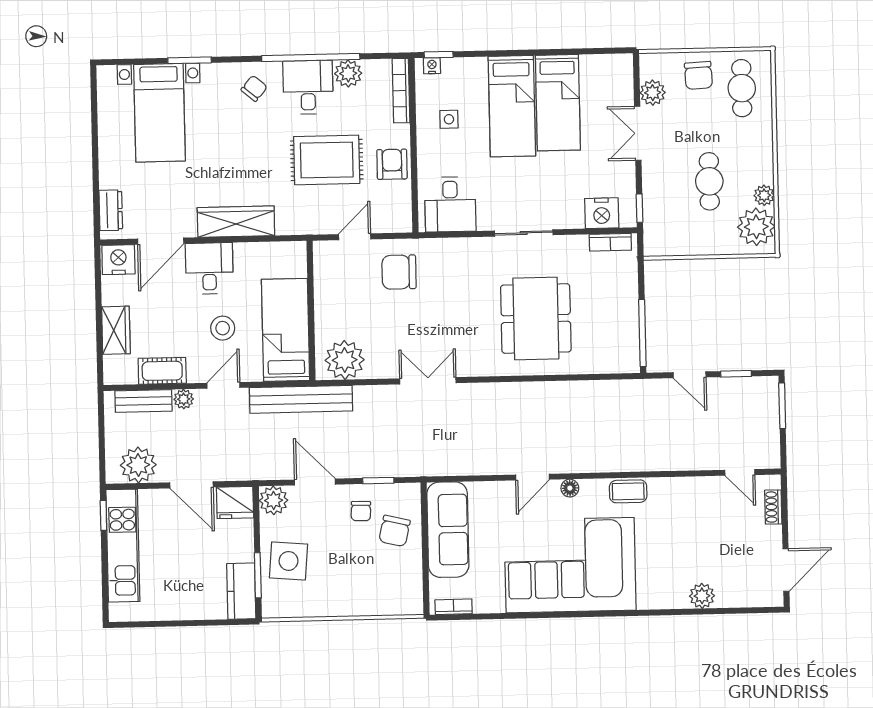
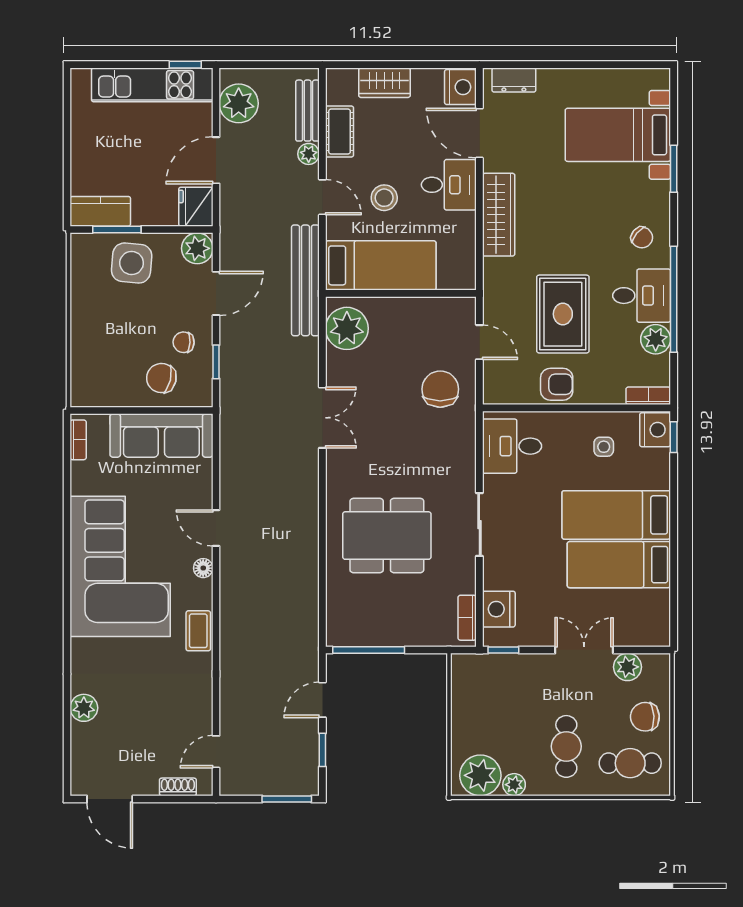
nightstand: (432, 66) -> (655, 430), width x1.89, depth x1.79
bookcase: (401, 91) -> (648, 396), width x0.64
cafe table: (709, 181) -> (566, 746), moved, turned 90

